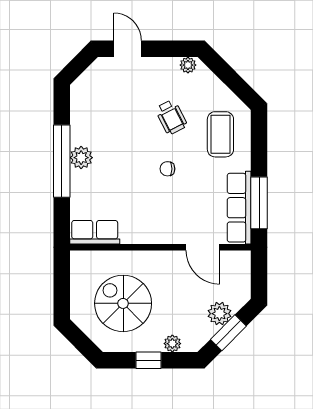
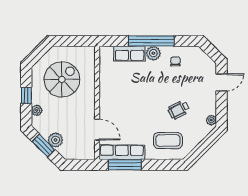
chair: (167, 169) -> (175, 61), moved
row of seats: (95, 232) -> (130, 54), moved, turned 90
door: (203, 247) -> (97, 129), swing flipped

